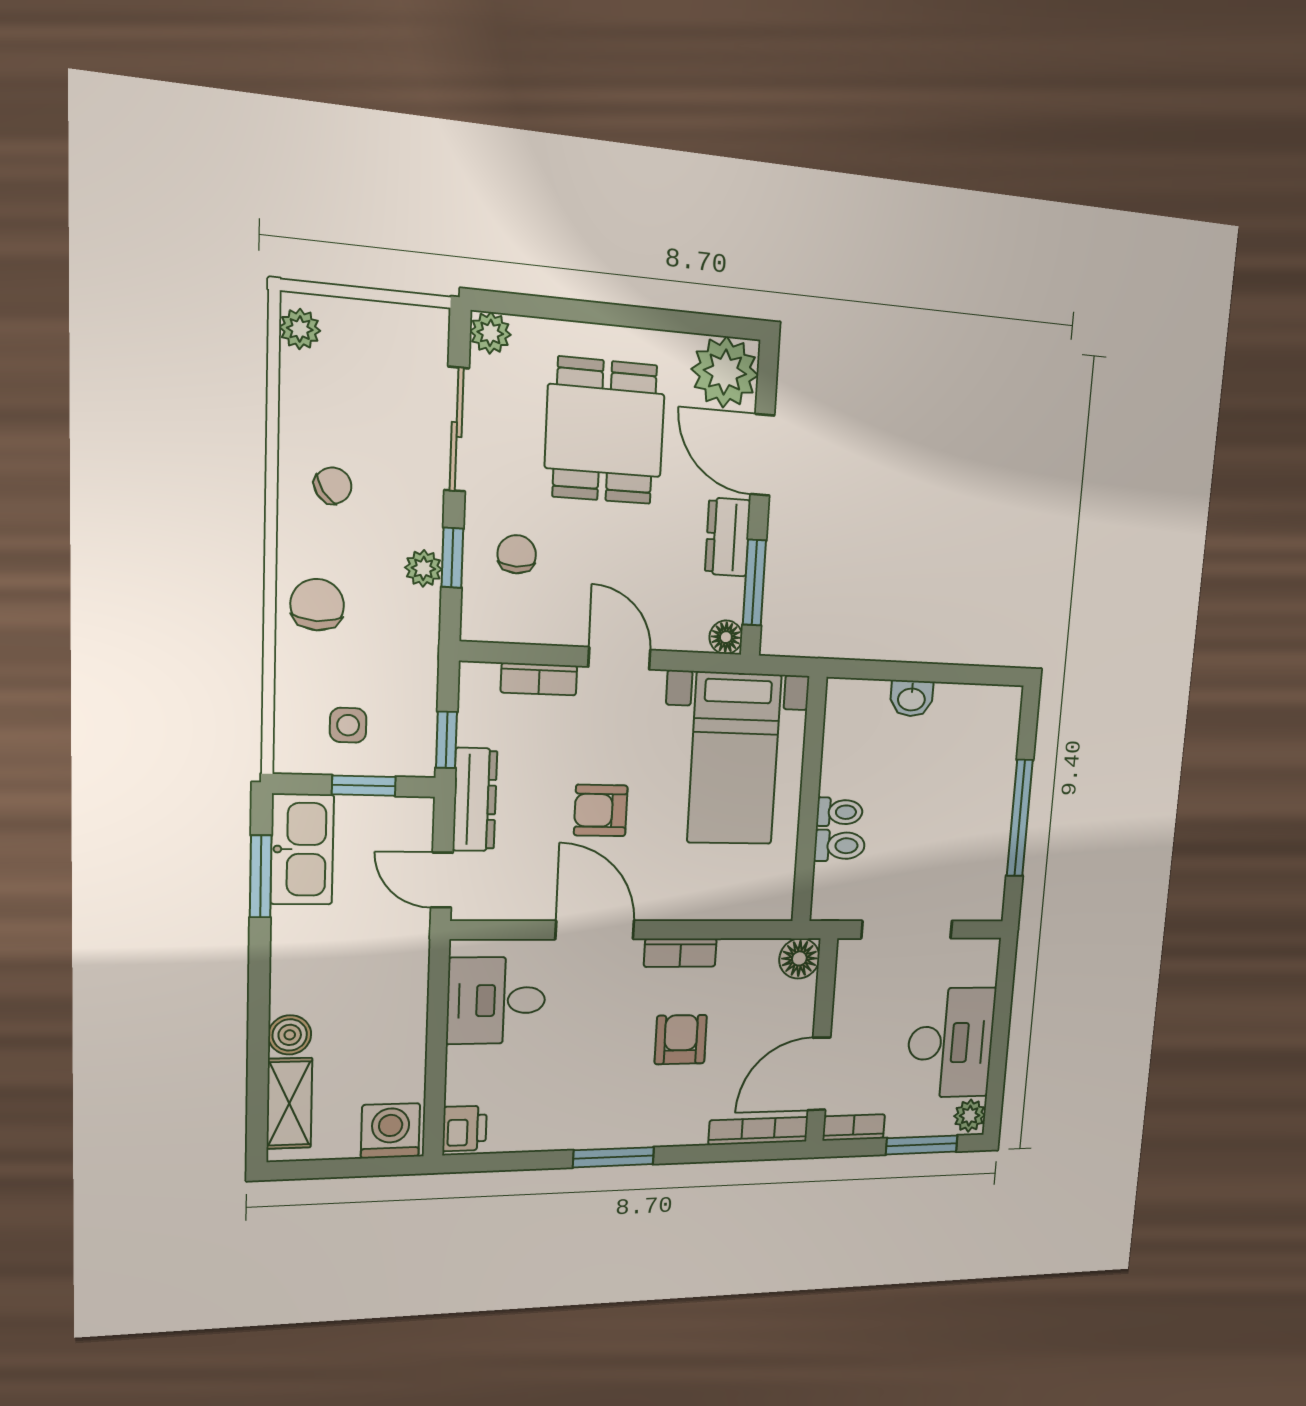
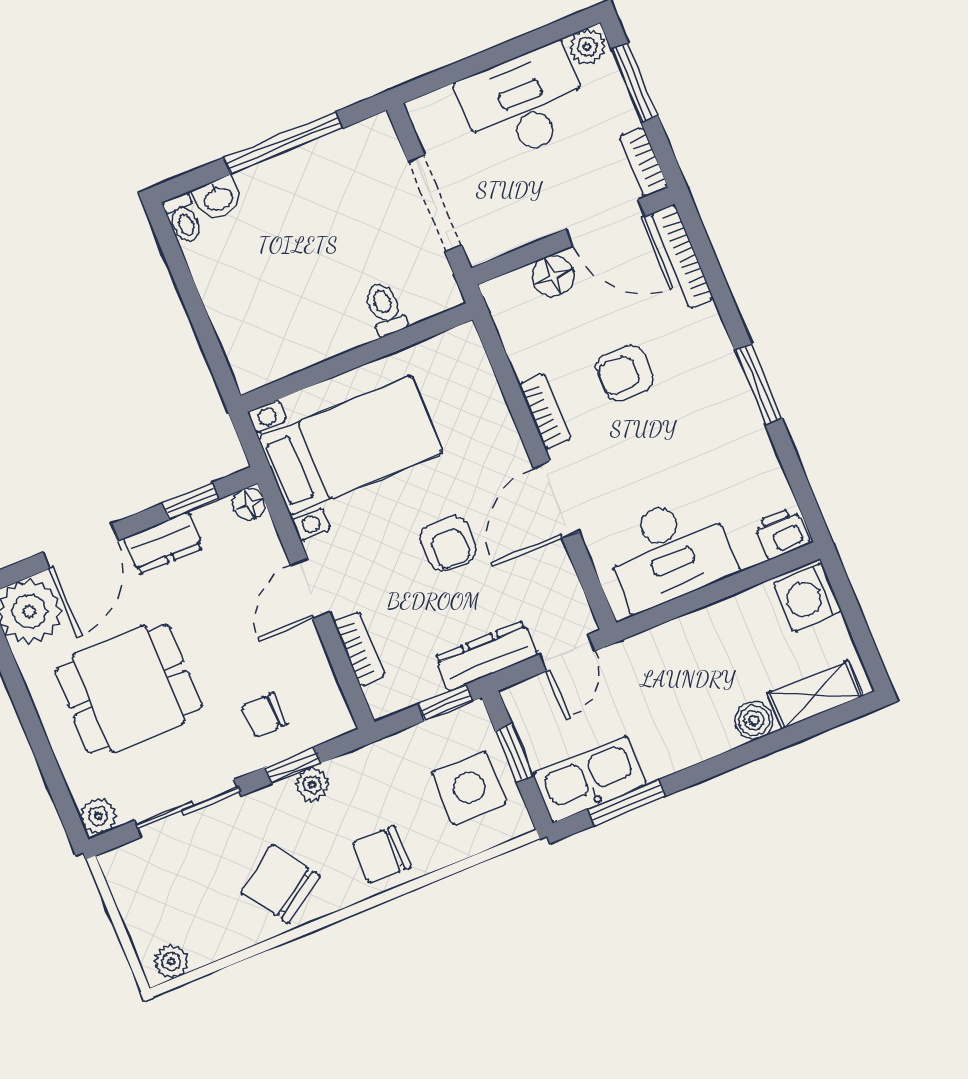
chair: (333, 486) -> (280, 884), width x1.87, depth x1.87
window: (754, 583) -> (190, 501), width x0.67
washbasin: (911, 698) -> (218, 198), moved, turned 90
side table: (348, 725) -> (469, 788), width x1.87, depth x1.87
toilet: (840, 812) -> (183, 219), moved, turned 180
floor lamp: (799, 958) -> (553, 276), moved
desk: (496, 1000) -> (669, 552), width x1.37

